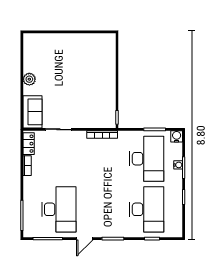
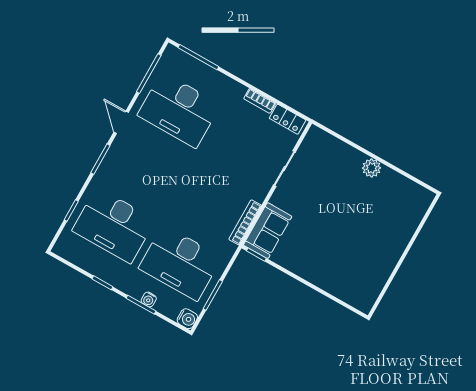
sofa: (33, 112) -> (268, 231), moved, turned -90

